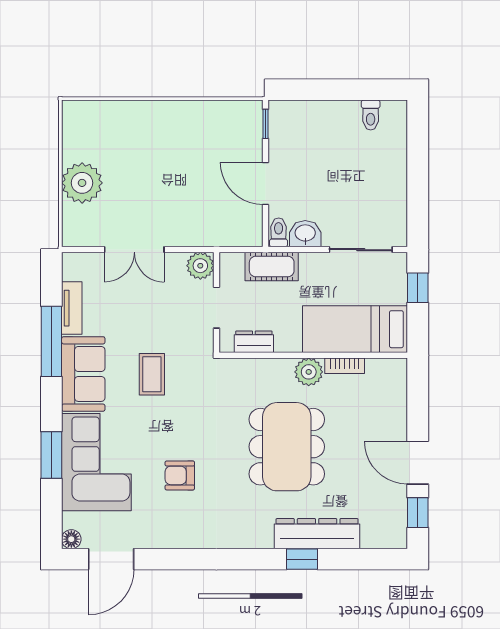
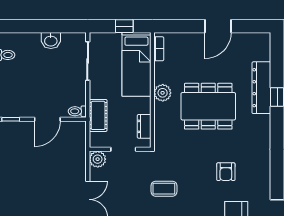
washbasin: (305, 234) -> (51, 41), moved, turned -90
window: (418, 288) -> (124, 26), moved
bookcase: (345, 366) -> (159, 49), moved
window: (418, 513) -> (249, 26), removed

